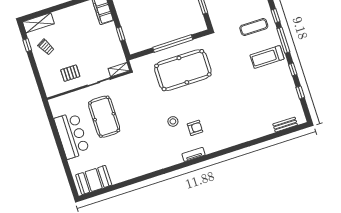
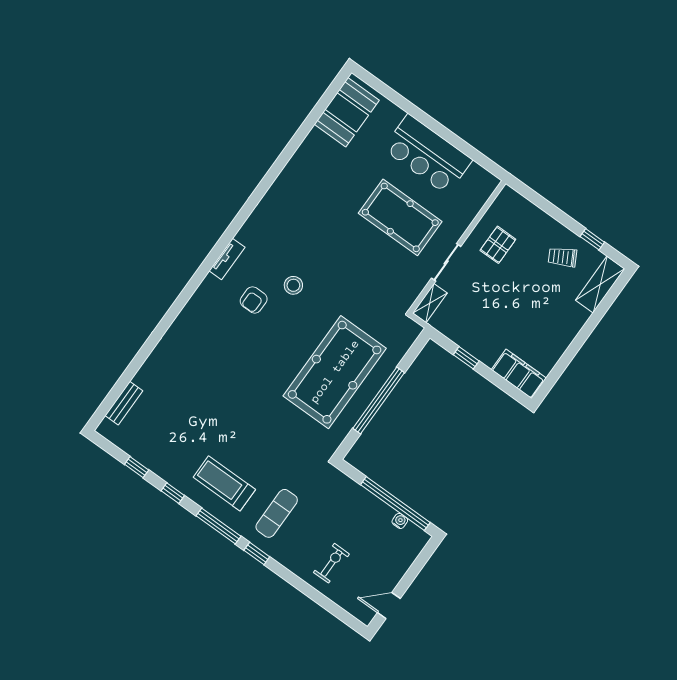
treadmill: (267, 57) -> (224, 483), turned -90

